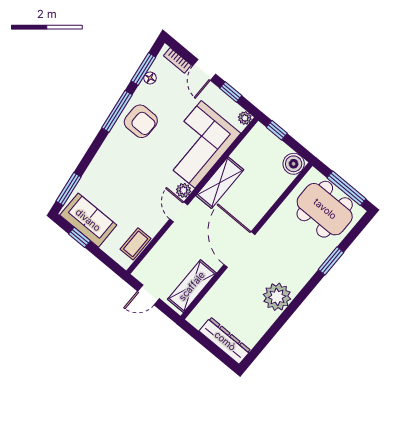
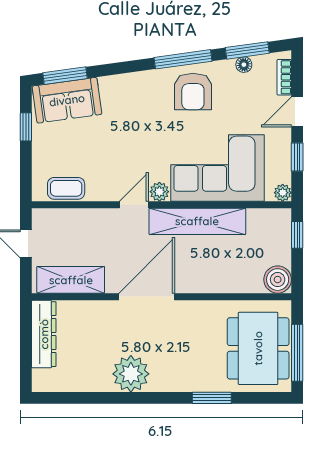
shelving: (220, 183) -> (197, 221), width x1.47
sofa: (88, 220) -> (67, 100), moved, turned 82
dresser: (225, 341) -> (44, 334), moved

